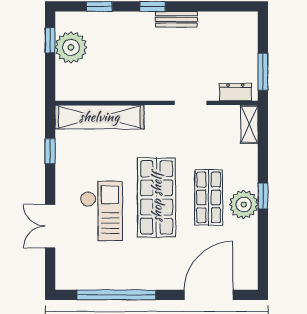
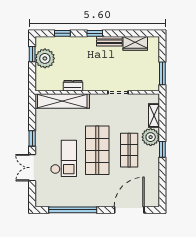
wardrobe: (219, 23) -> (135, 43), added
dresser: (235, 92) -> (73, 86), moved
shelving: (249, 124) -> (154, 116), moved
window: (50, 151) -> (32, 138), moved
plant: (244, 204) -> (151, 137), moved

